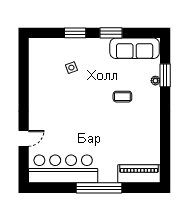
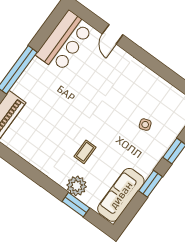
plant: (155, 81) -> (77, 186), width x1.87, depth x1.87
bar counter: (63, 169) -> (65, 41), width x0.73

